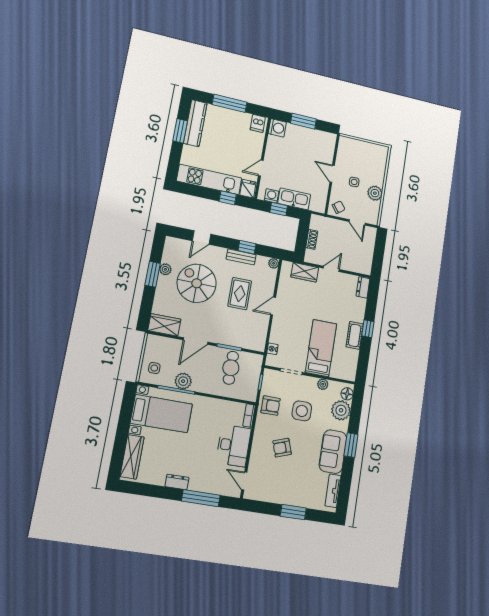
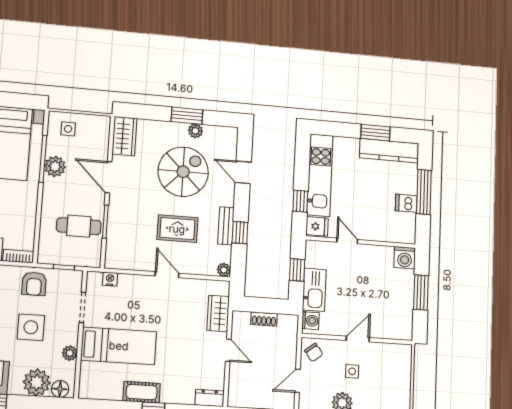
dishwasher: (258, 123) -> (406, 203), moved
washing machine: (272, 196) -> (310, 321), moved

